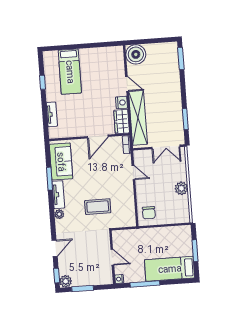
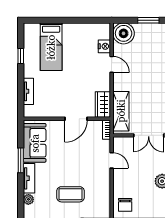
window: (158, 41) -> (148, 20), added
nightstand: (122, 103) -> (104, 46), moved
shelving: (138, 118) -> (121, 111), width x0.68

